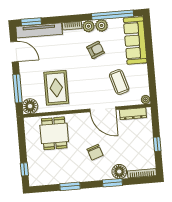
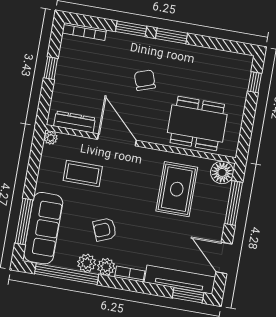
window: (149, 41) -> (24, 221), added
coffee table: (119, 82) -> (83, 174), turned -73
dining table: (54, 133) -> (197, 124), width x1.38
floor lamp: (119, 172) -> (117, 43), removed
window: (70, 186) -> (172, 36), moved

